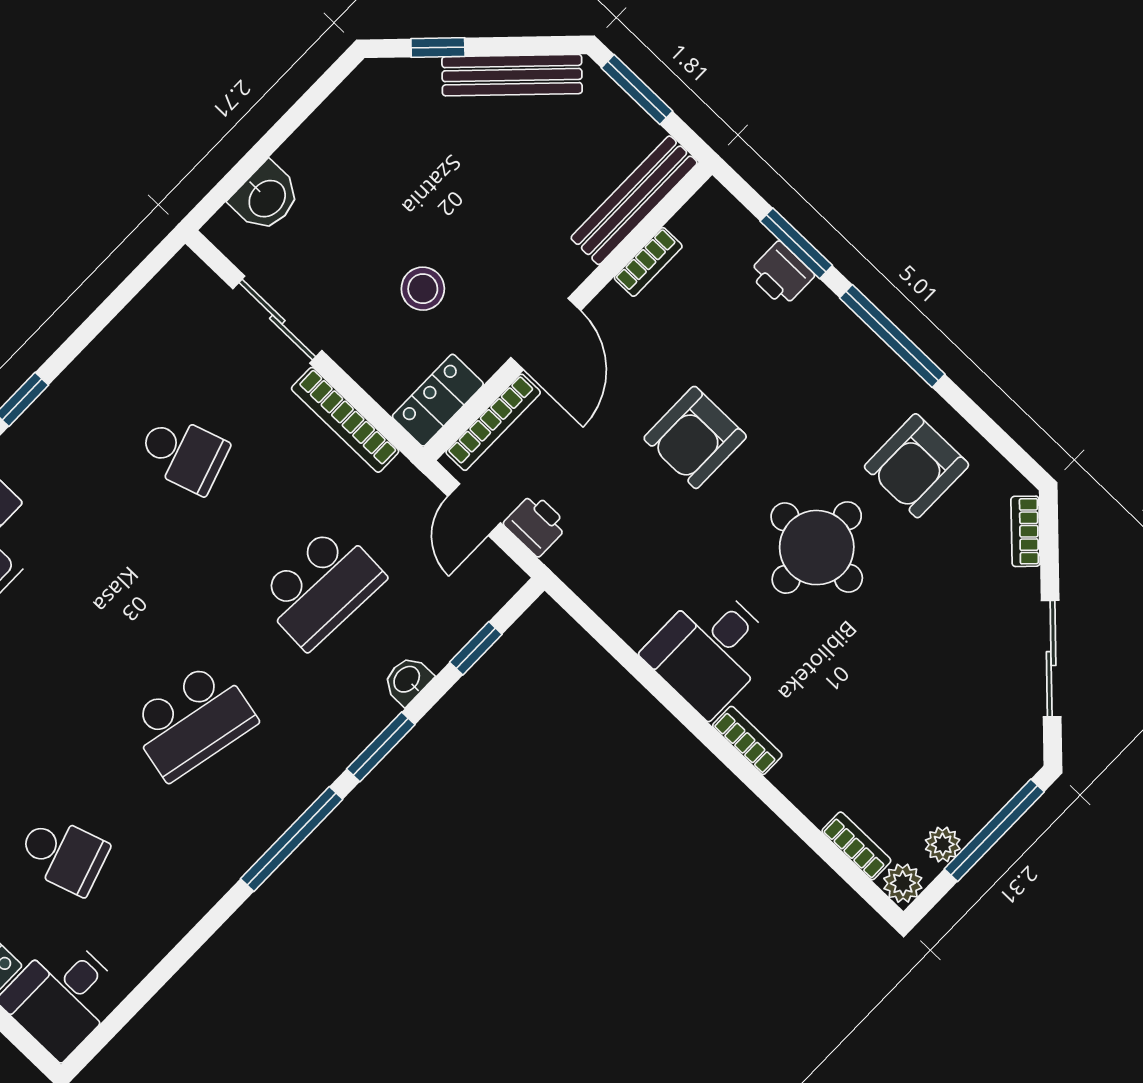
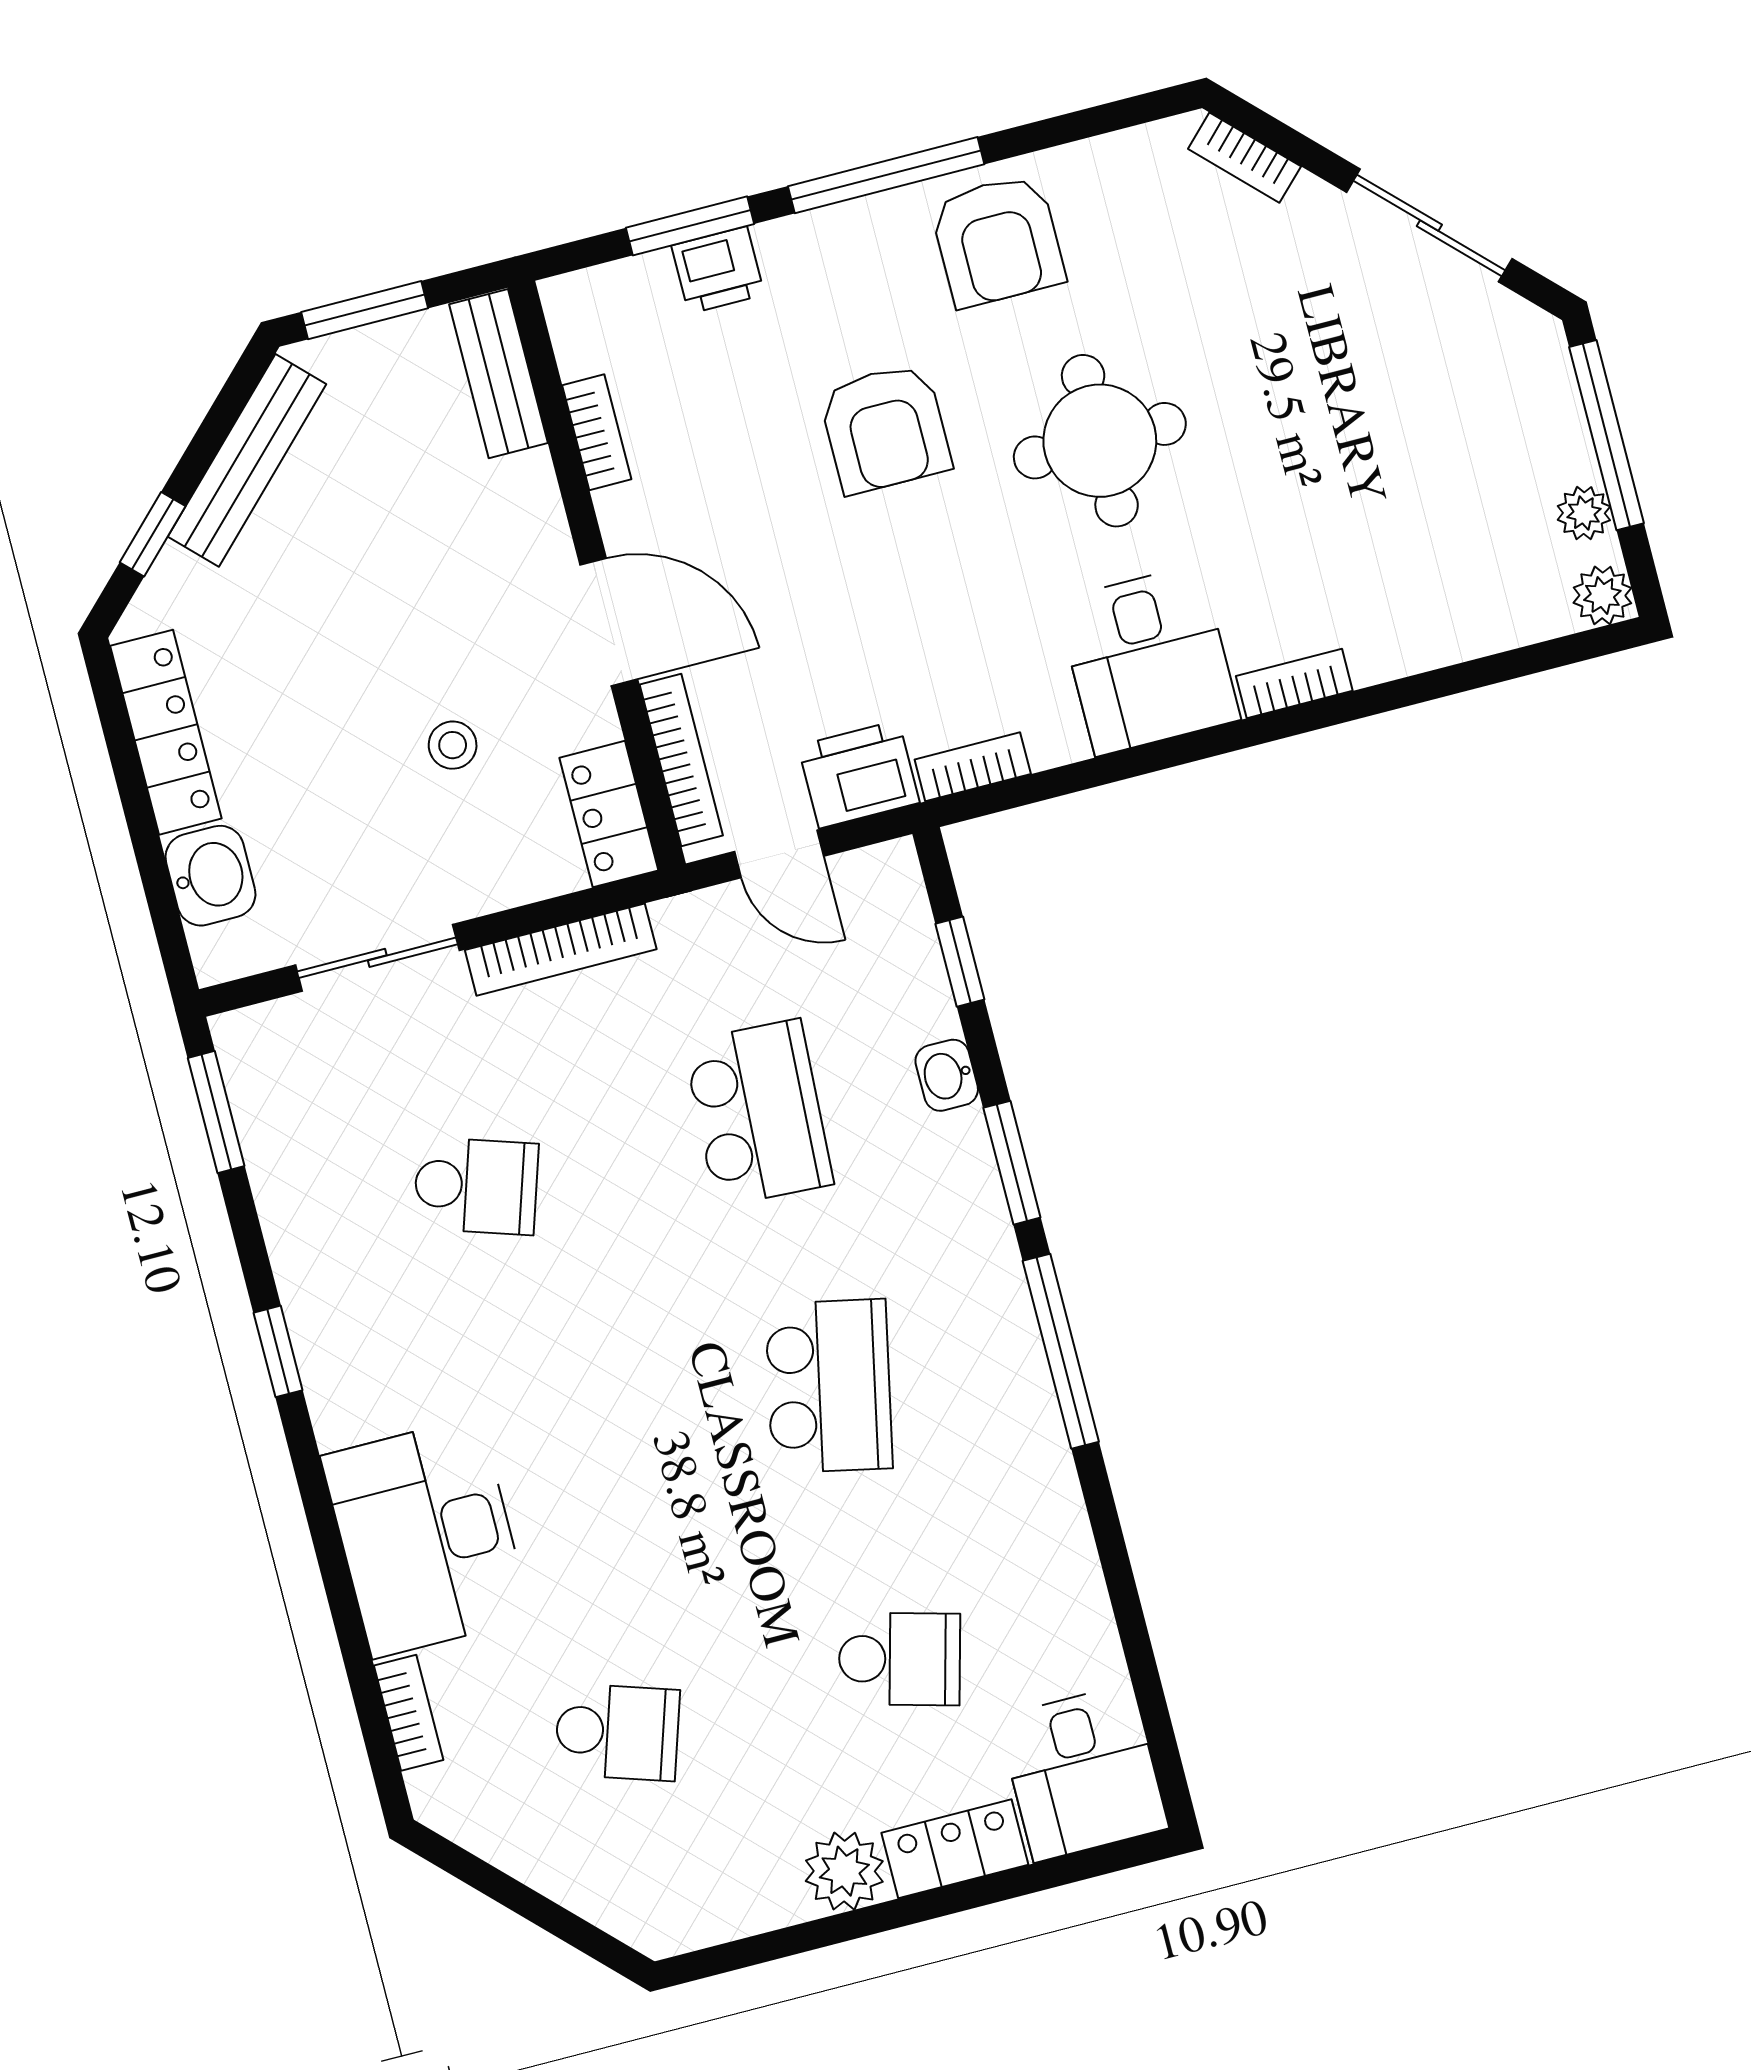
locker: (331, 123) -> (166, 732), added
bench: (634, 200) -> (498, 374), width x0.73
window: (135, 282) -> (216, 1112), added
stool: (423, 289) -> (453, 745), width x0.73, depth x0.73
armchair: (695, 437) -> (885, 428), moved
school desk: (183, 454) -> (476, 1186), turned 36
armchair: (917, 466) -> (998, 241), moved
printer: (536, 525) -> (859, 774), width x1.36, depth x1.24
bookcase: (856, 846) -> (973, 767), moved
school desk: (63, 855) -> (900, 1659), turned 33

